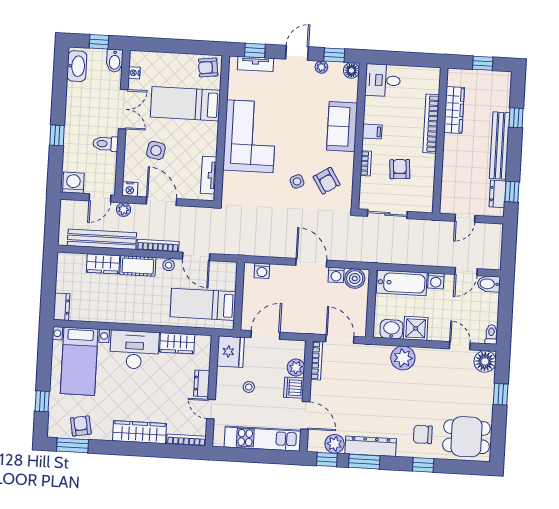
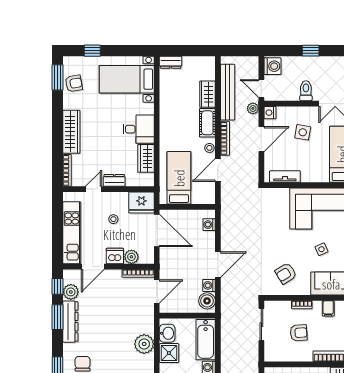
side table: (297, 181) -> (321, 249), moved
door: (265, 335) -> (157, 230), width x1.36
desk: (134, 350) -> (139, 129), width x0.73

